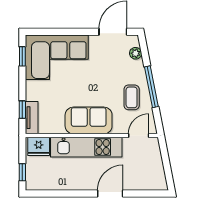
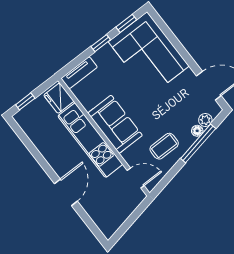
floor lamp: (139, 65) -> (197, 131), added
window: (151, 87) -> (198, 143), moved
window: (22, 110) -> (101, 43), moved
door: (110, 193) -> (66, 192), hinge flipped

